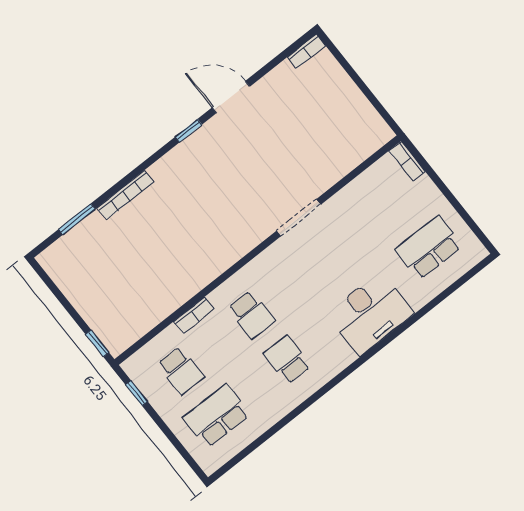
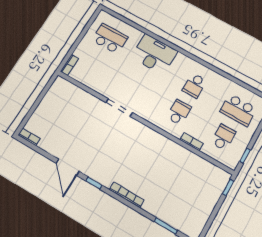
bookcase: (126, 195) -> (127, 195), moved
school desk: (429, 248) -> (110, 39), turned 180

